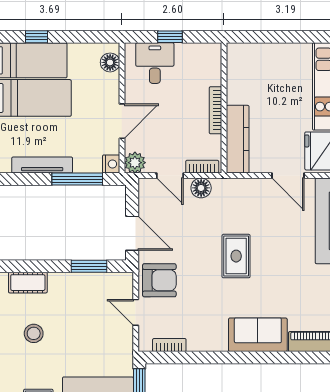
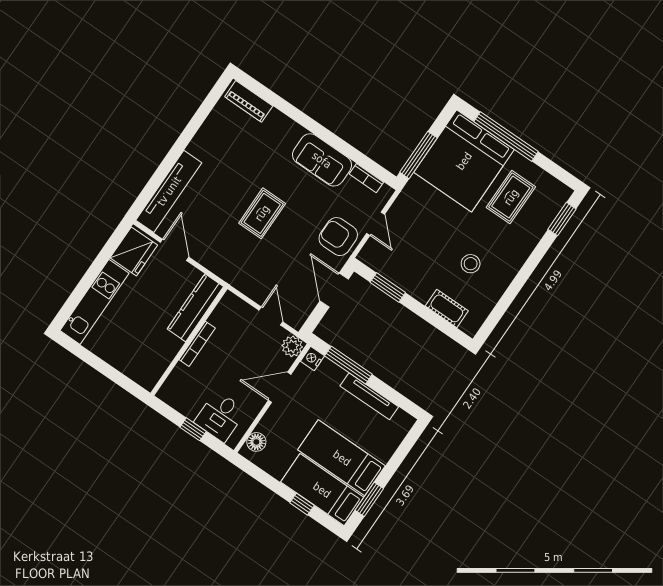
bookcase: (202, 167) -> (240, 305), removed
floor lamp: (201, 188) -> (252, 289), removed
sofa: (258, 335) -> (322, 160), moved

